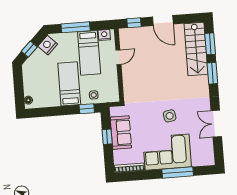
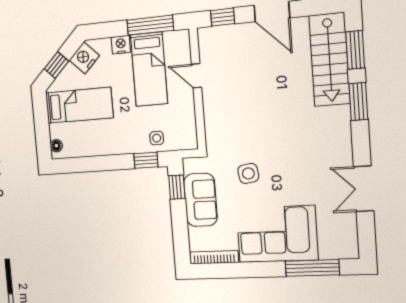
window: (76, 27) -> (150, 25), moved
nightstand: (104, 35) -> (121, 45), moved
door: (118, 57) -> (196, 76), swing flipped
bed: (69, 84) -> (79, 105), moved, turned 90
side table: (170, 116) -> (248, 173), moved
window: (107, 137) -> (177, 187), moved
window: (178, 172) -> (312, 268), moved

